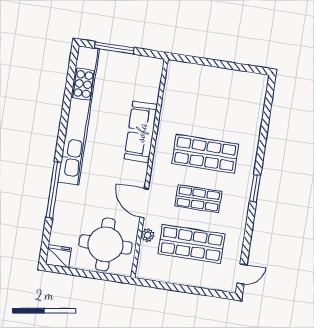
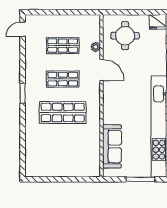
sofa: (141, 132) -> (112, 146), moved
round table: (105, 244) -> (125, 36), width x0.73, depth x0.73
shop shelf: (191, 244) -> (63, 46), width x0.70, depth x0.74

